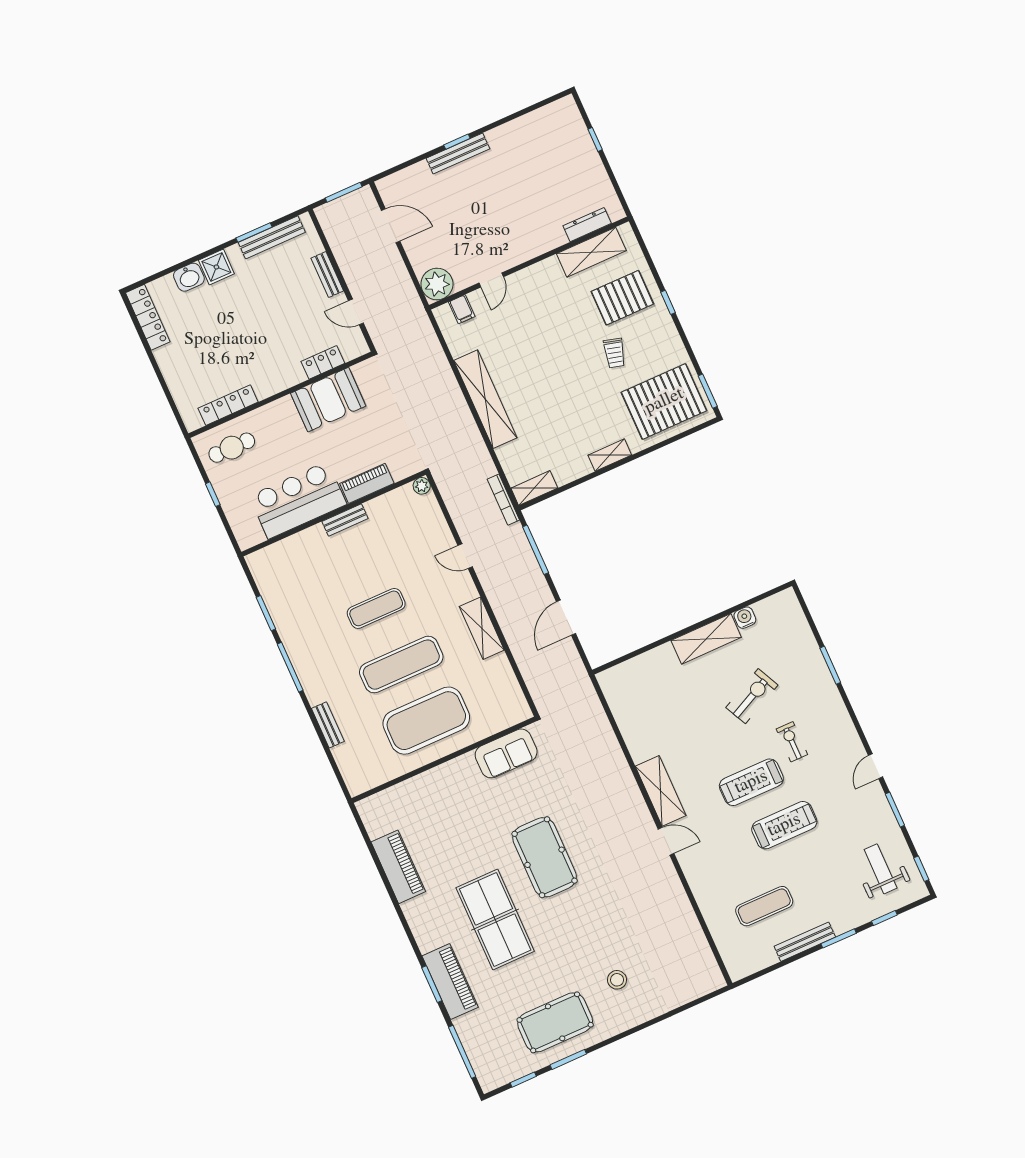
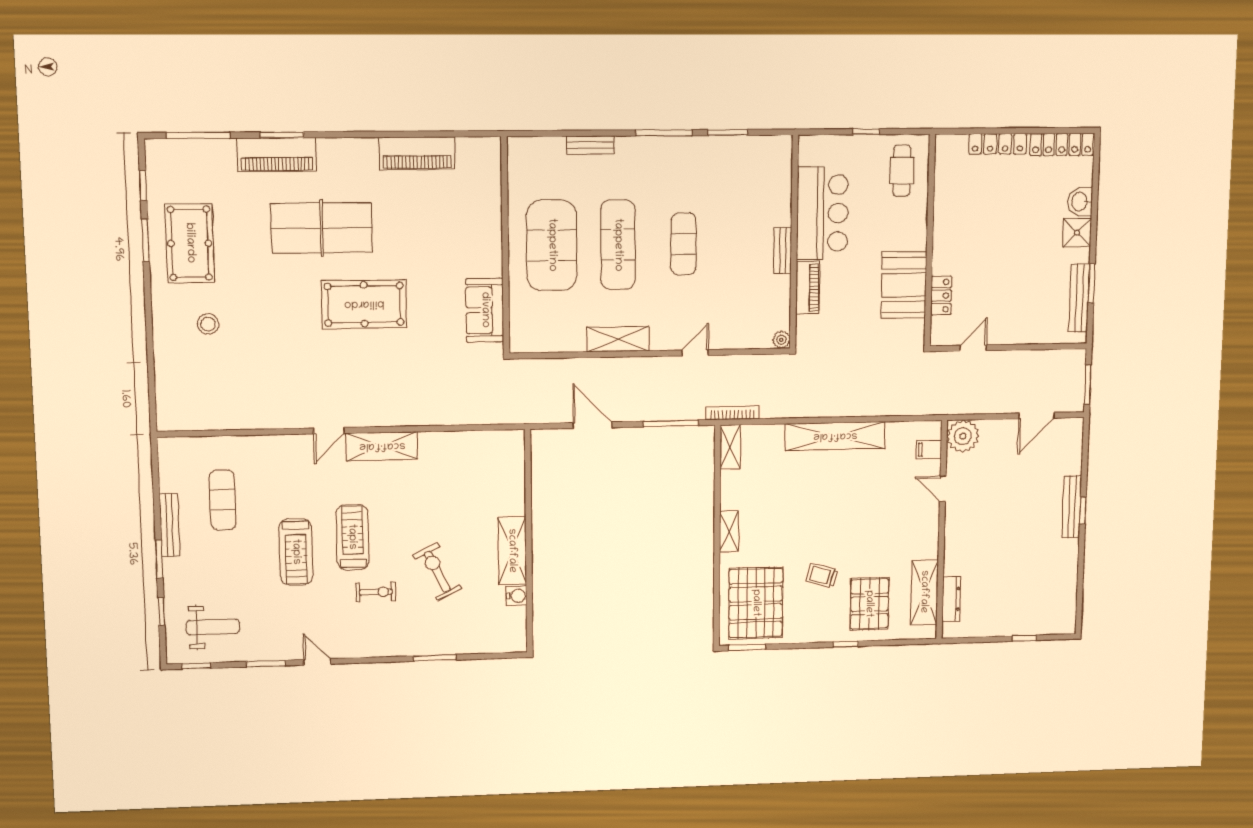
bench: (327, 274) -> (1020, 336), removed
locker: (228, 405) -> (998, 144), moved, turned 90
exercise bike: (752, 696) -> (437, 572), turned 180

